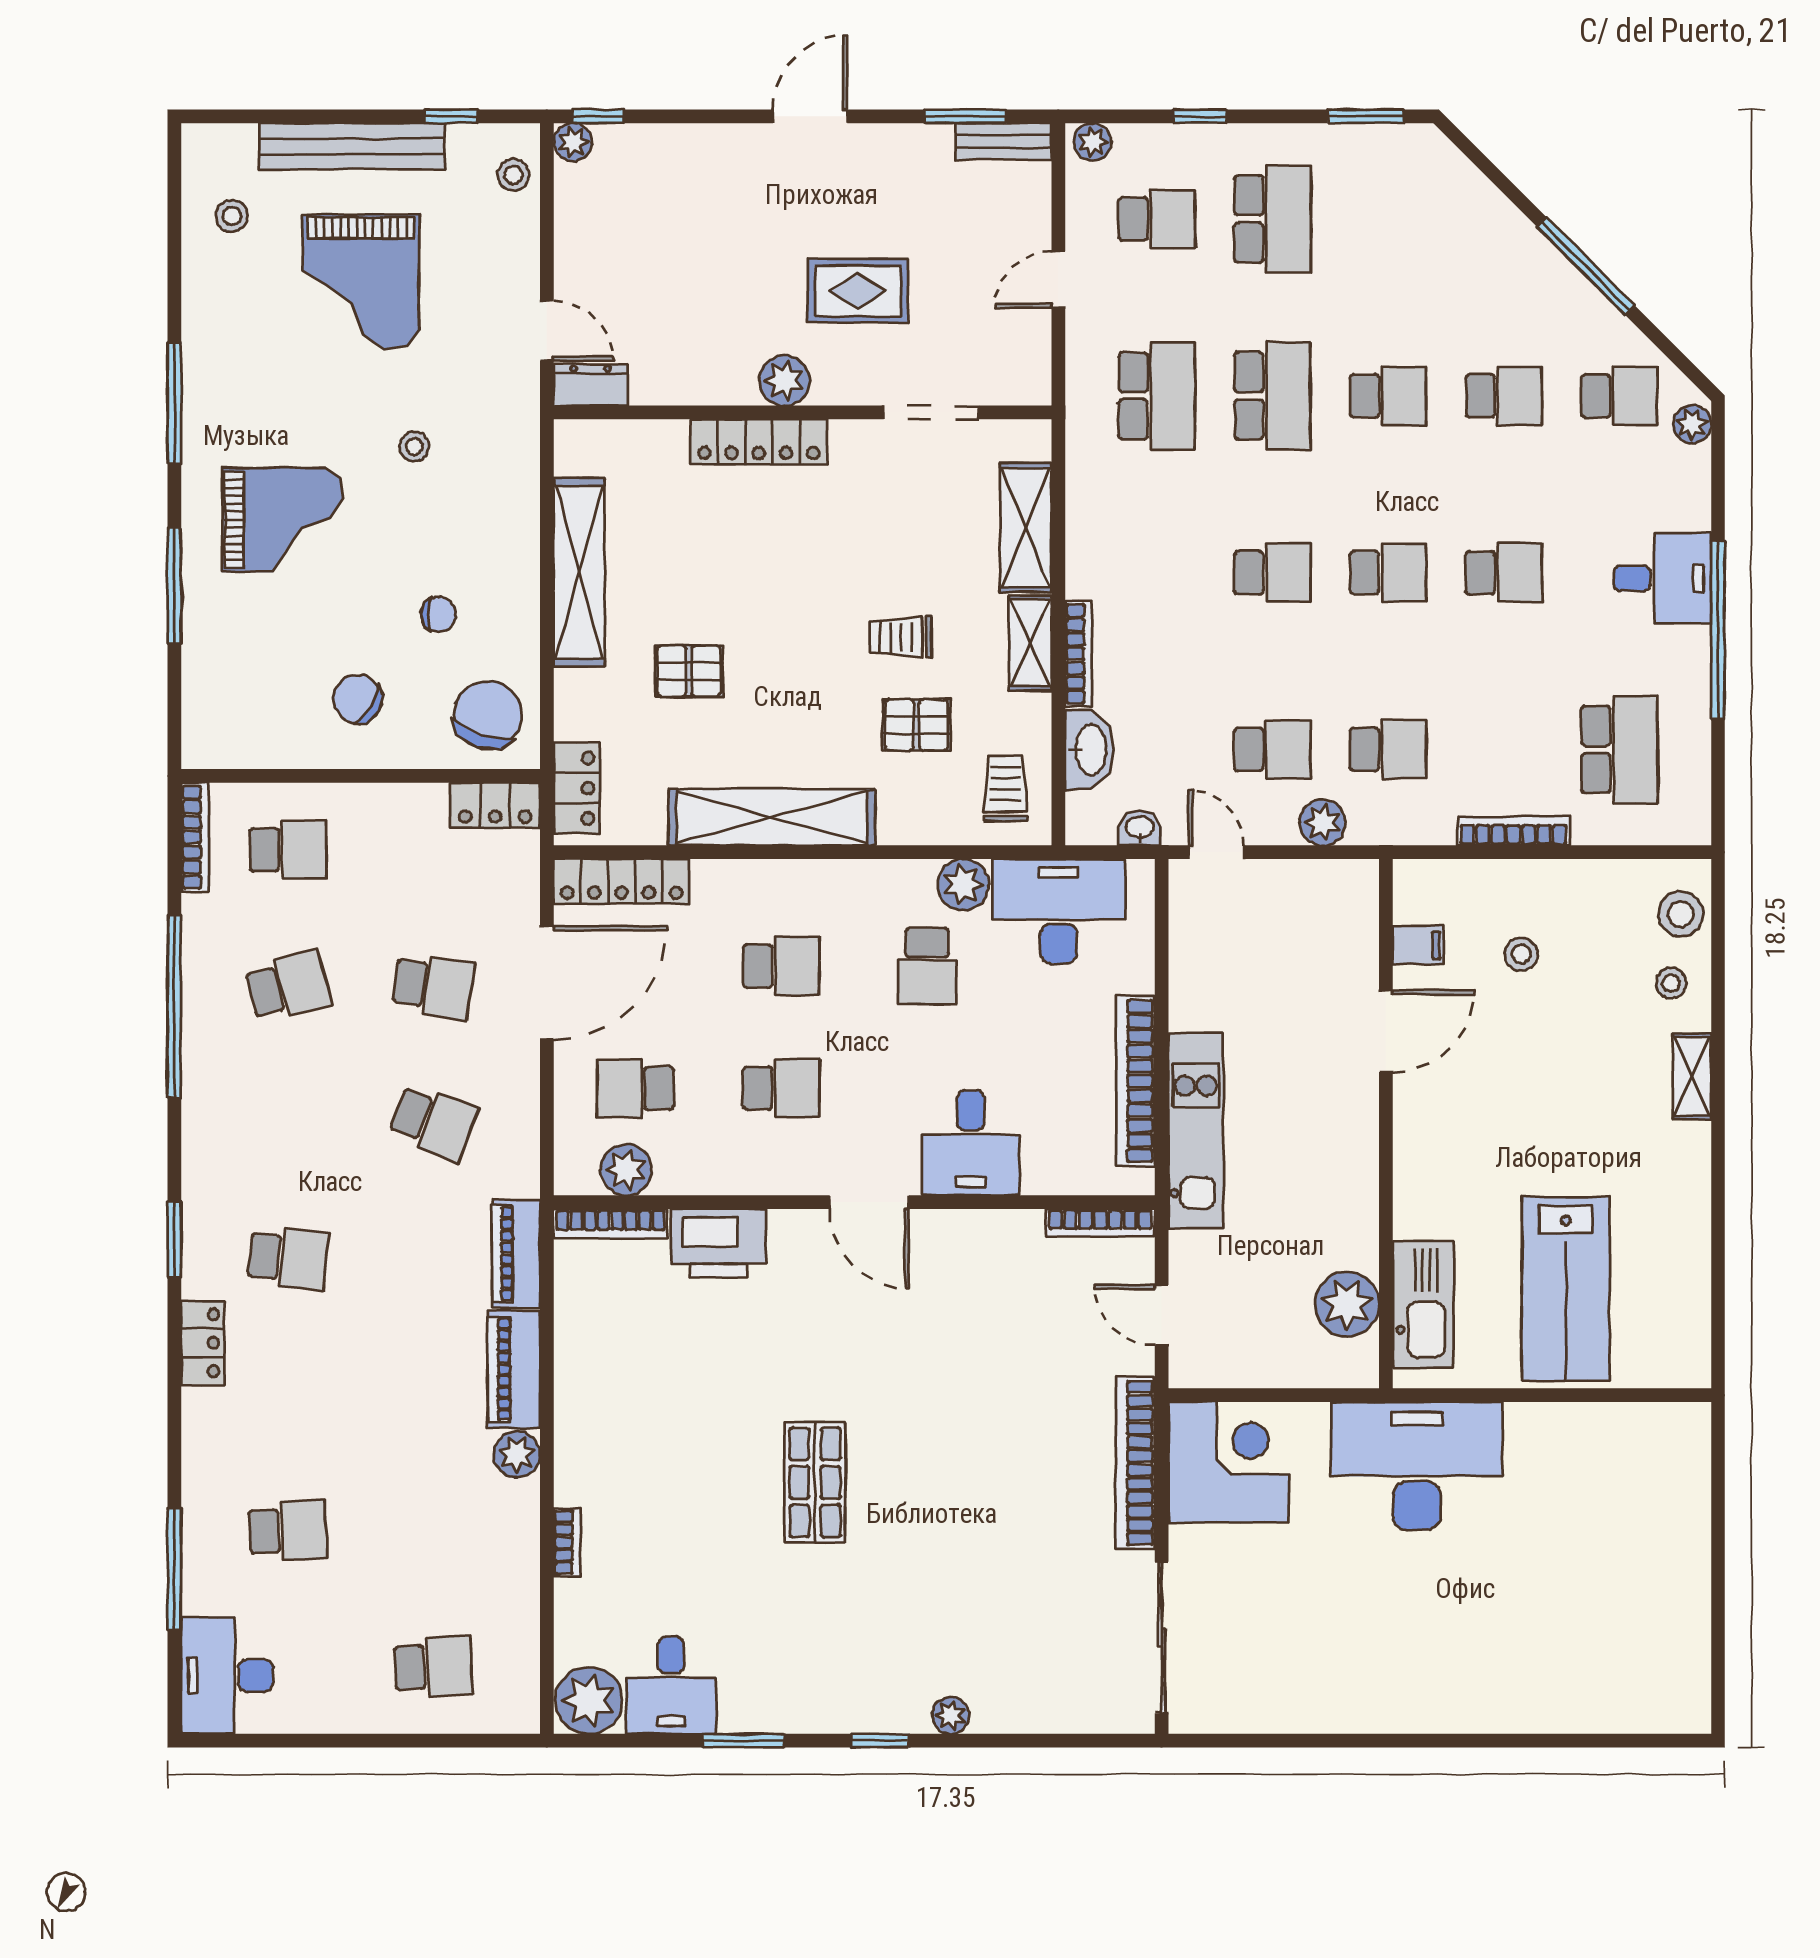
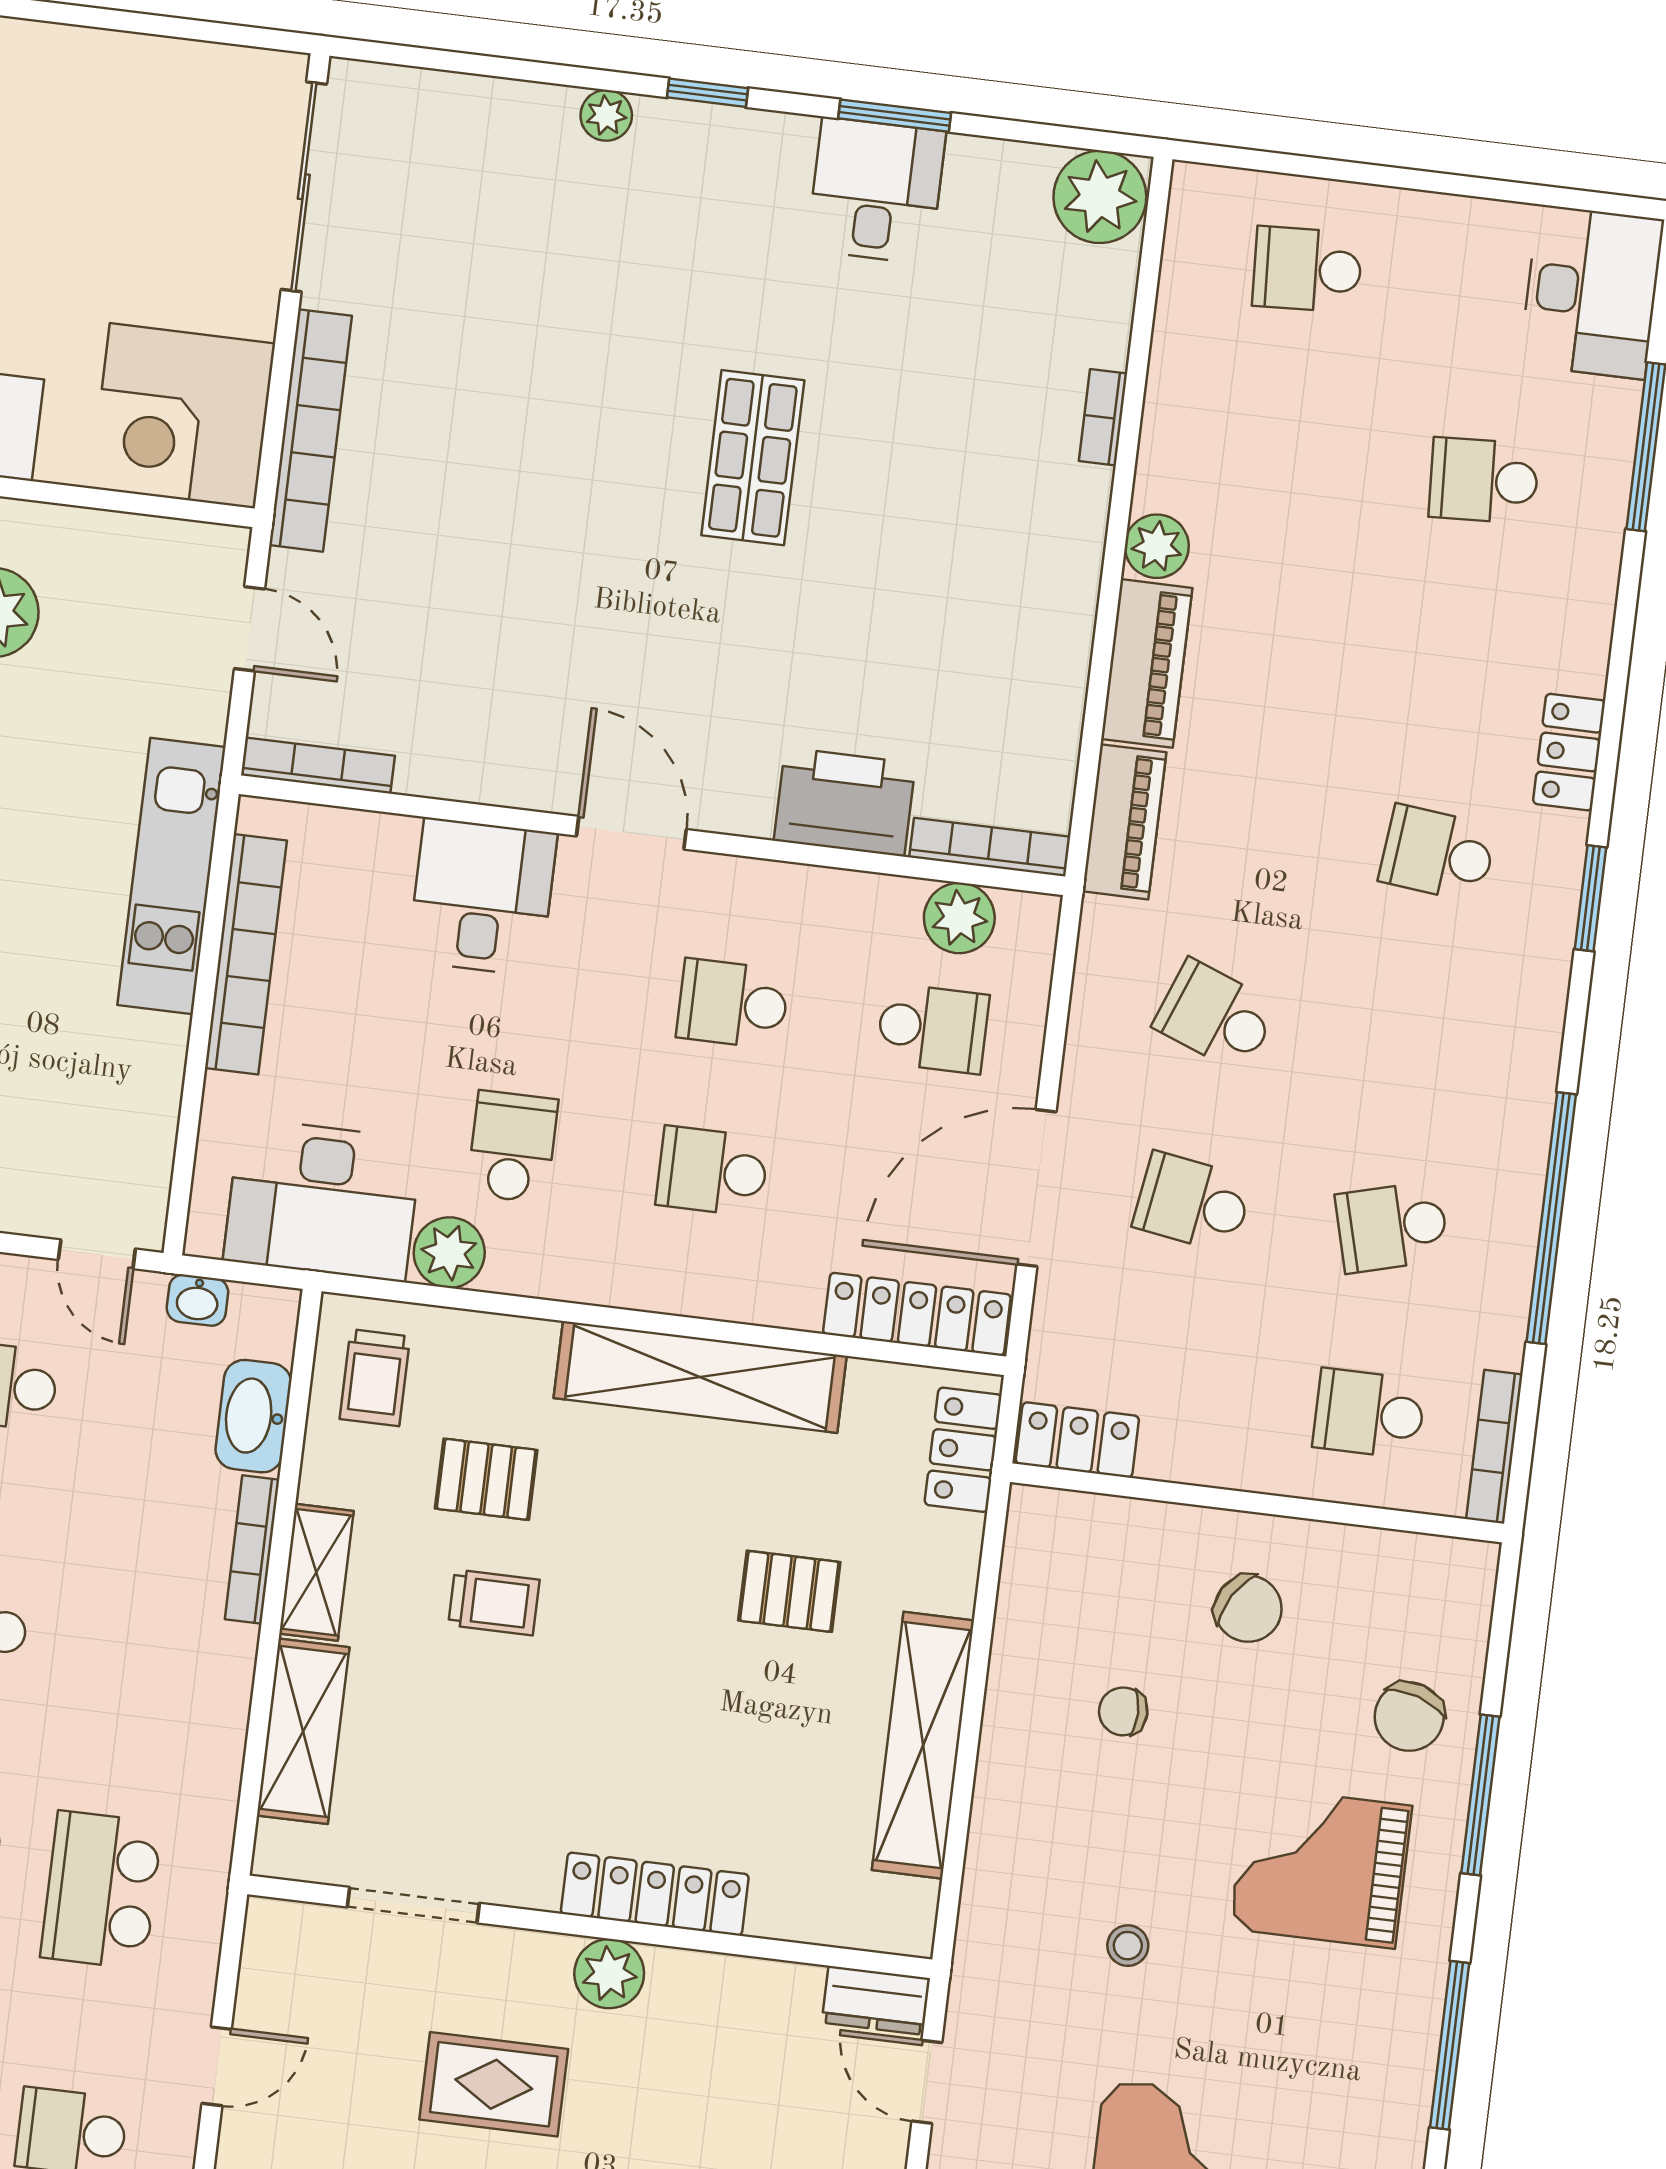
chair: (488, 715) -> (1409, 1717), moved, width x0.73, depth x0.73
desk: (671, 1685) -> (876, 191), moved

